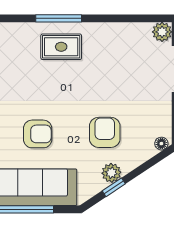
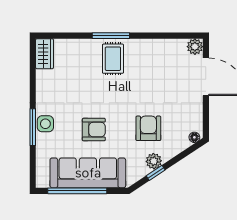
rug: (61, 47) -> (113, 59), turned 90

